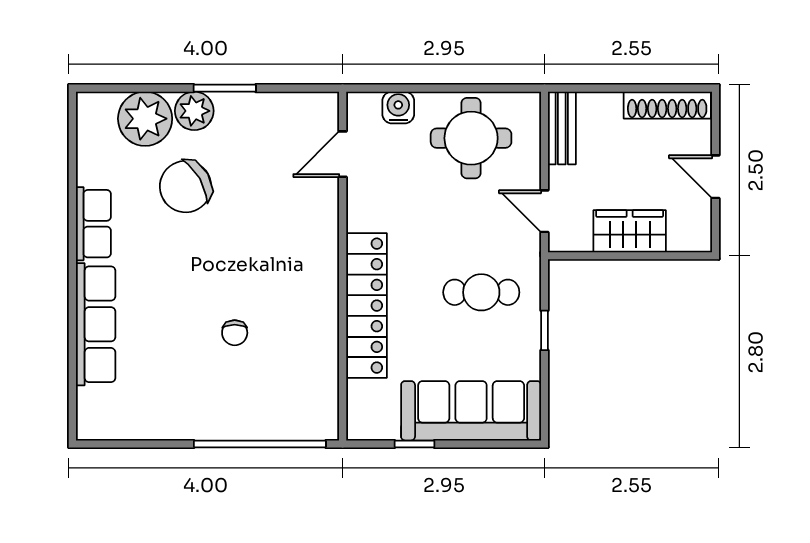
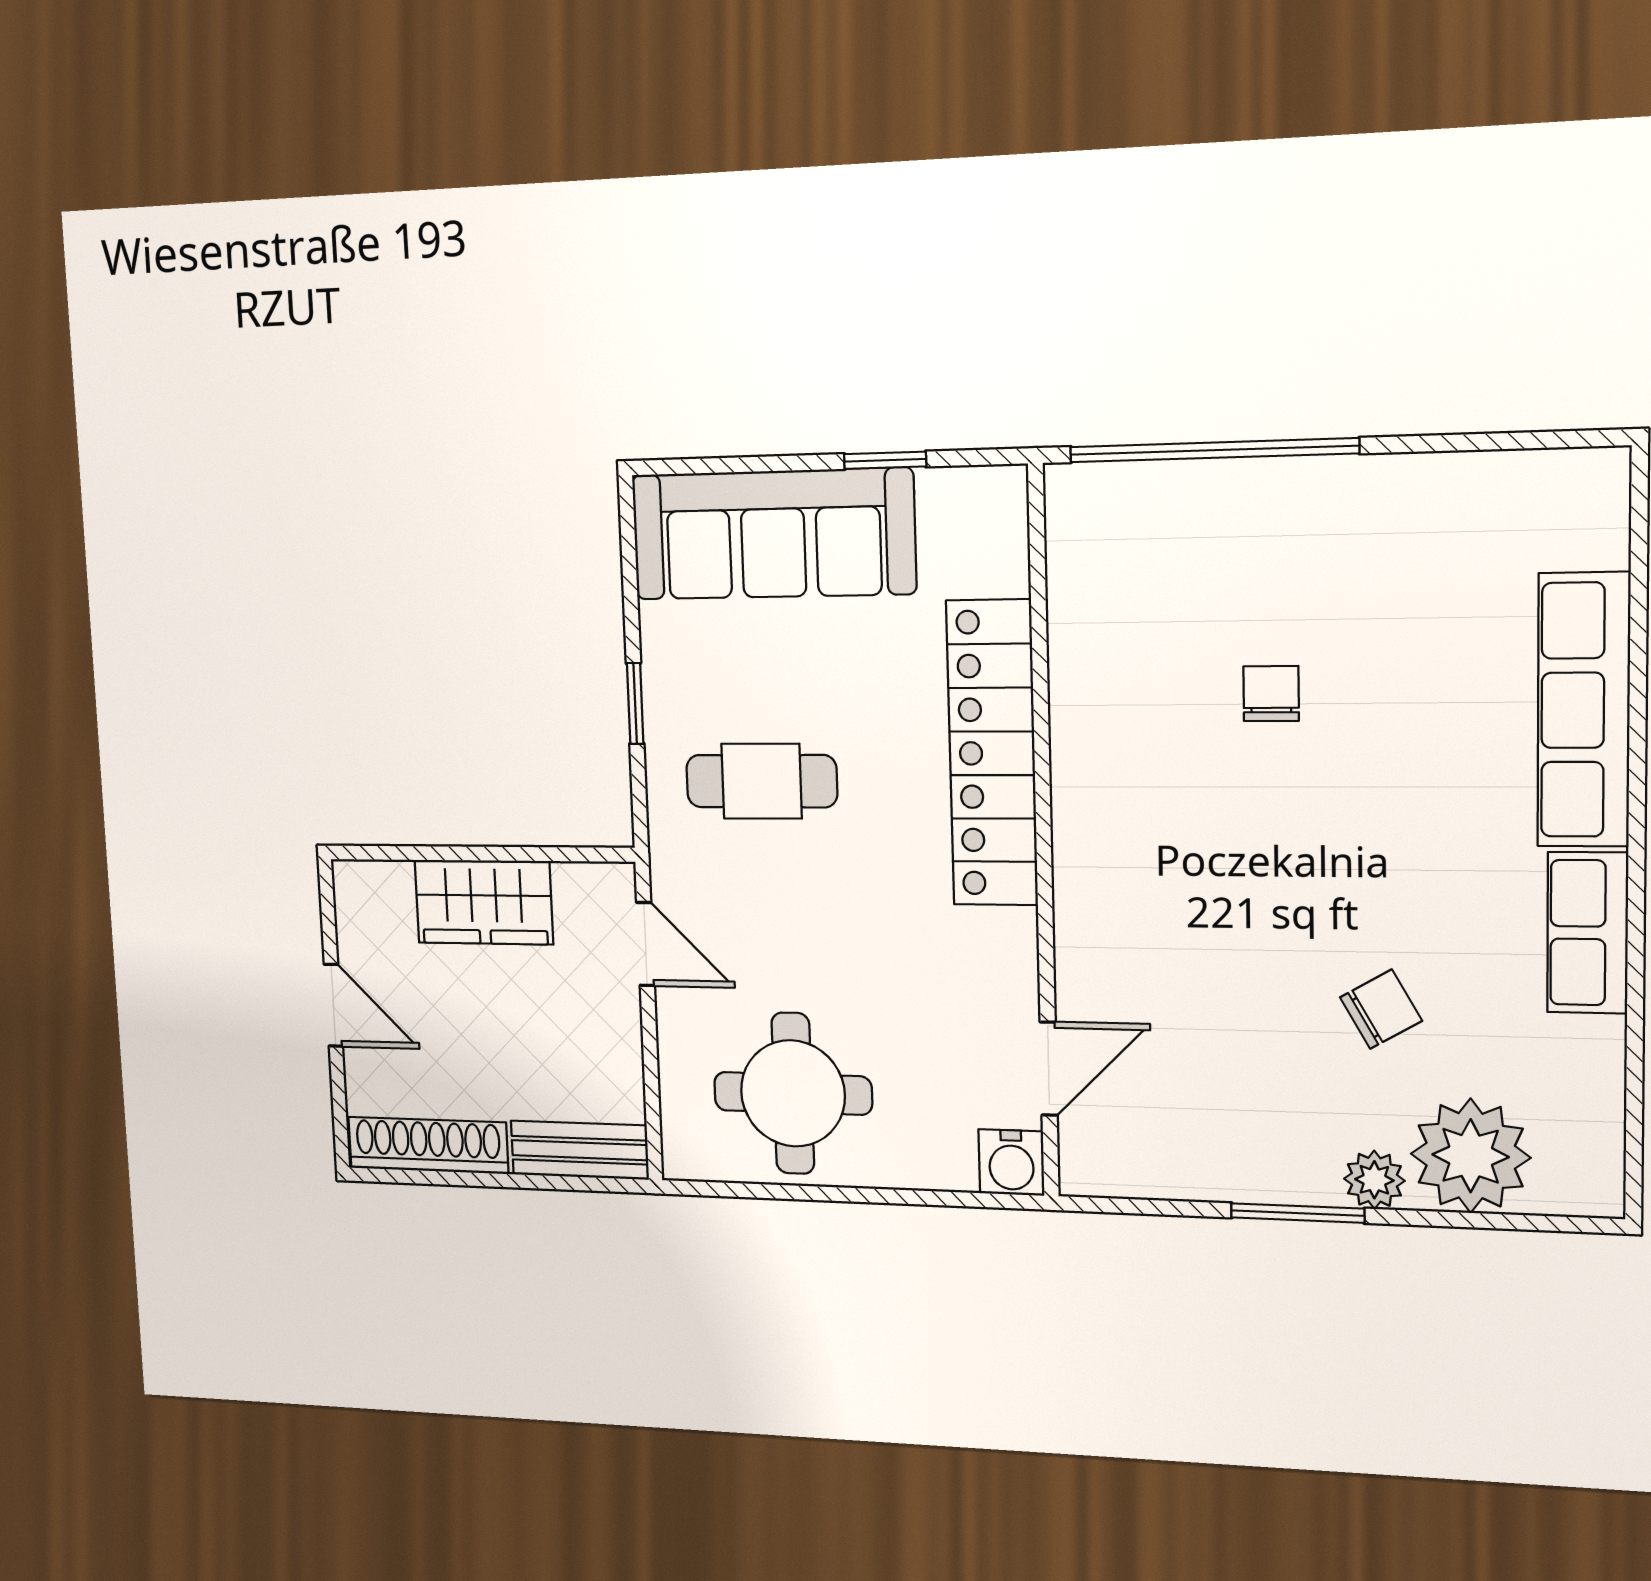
water cooler: (398, 107) -> (1011, 1162), moved
plant: (194, 111) -> (1374, 1180), width x0.73, depth x0.73
bench: (562, 128) -> (580, 1150), moved, turned 90
chair: (186, 187) -> (1381, 1009), width x0.54, depth x0.54

